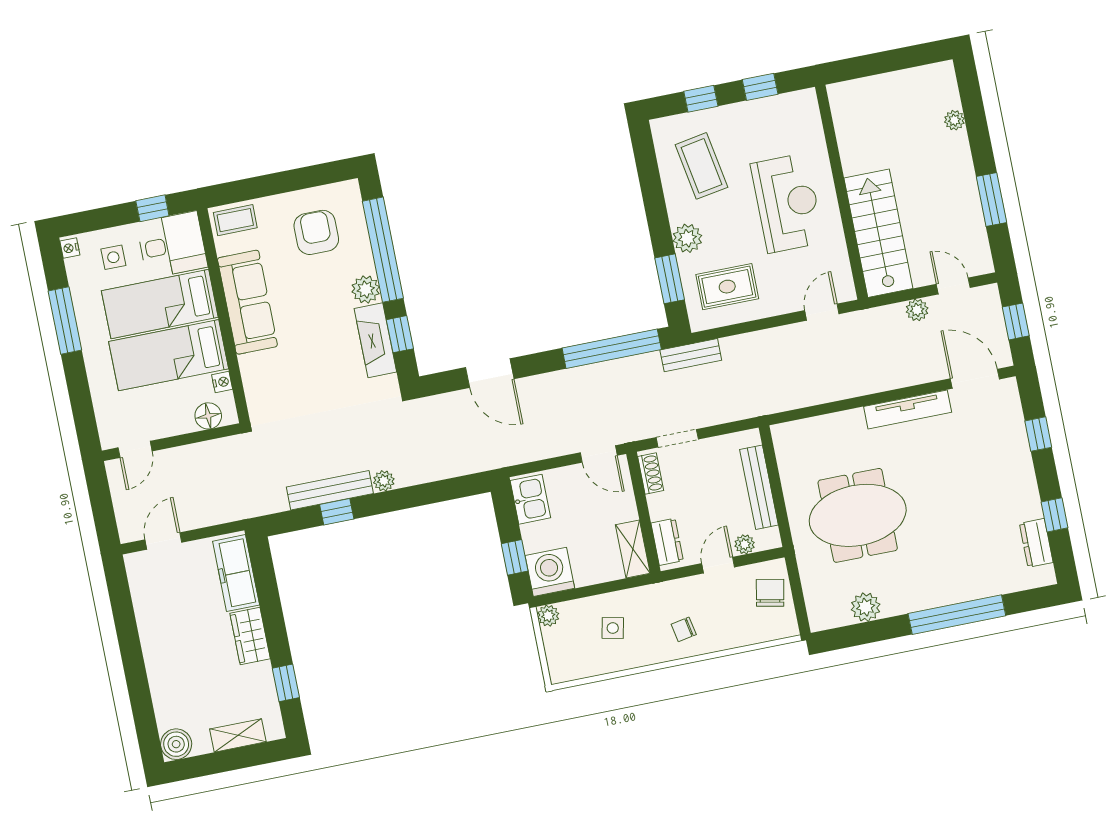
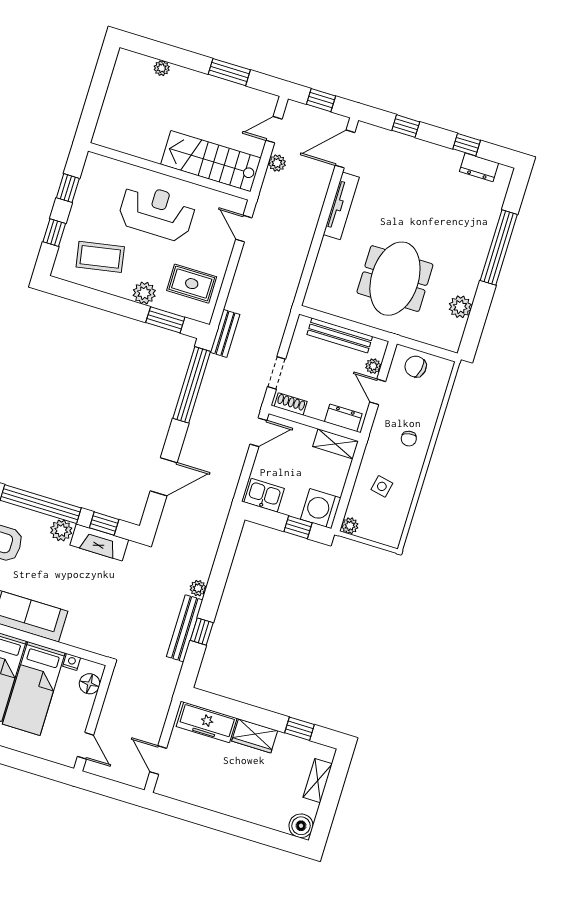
rug: (727, 287) -> (192, 284), turned 90

